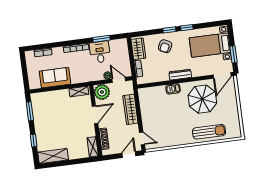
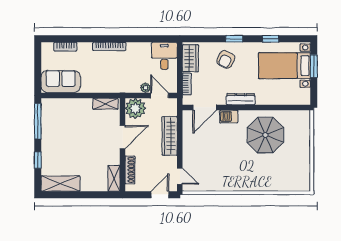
window: (187, 28) -> (271, 39), moved
window: (101, 39) -> (144, 39), removed
desk: (100, 52) -> (164, 56), moved
window: (234, 54) -> (314, 66), moved
door: (222, 75) -> (205, 107), moved
sofa: (55, 78) -> (61, 82), moved
window: (30, 111) -> (38, 121), width x1.44
sun lounger: (209, 132) -> (268, 179), removed

